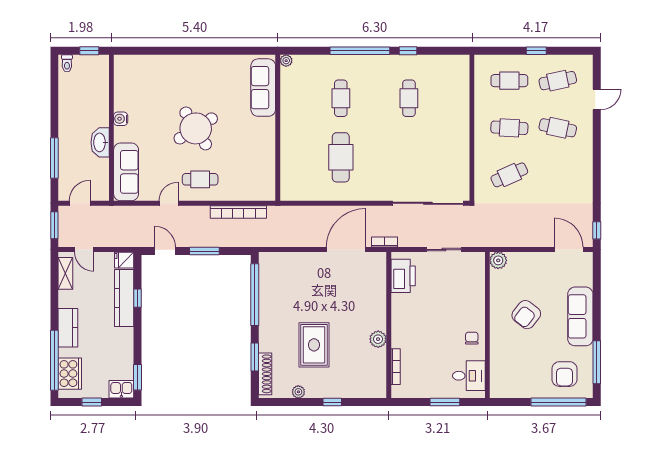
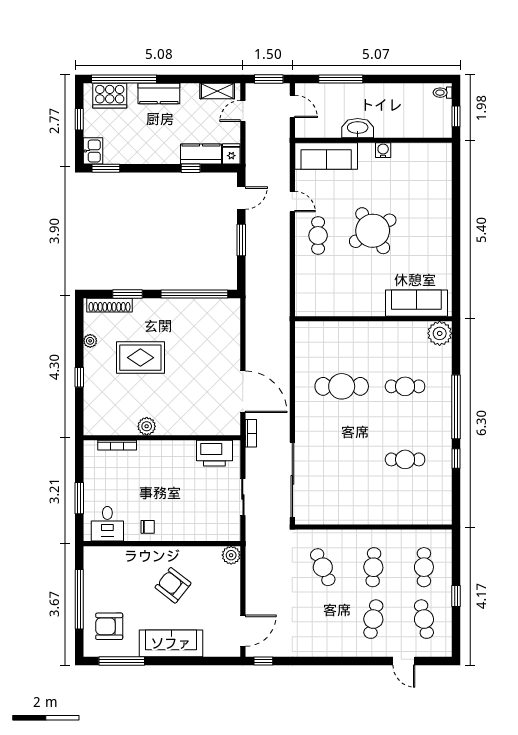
plant: (286, 61) -> (440, 333), width x1.87, depth x1.87
bookcase: (238, 212) -> (283, 276), removed
kitchen counter: (124, 298) -> (201, 154), width x0.67
window: (559, 402) -> (79, 599), moved

